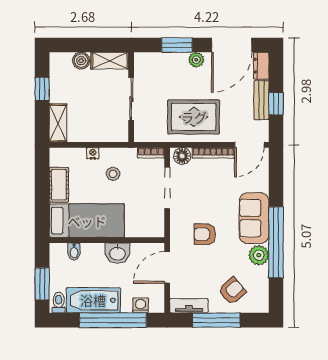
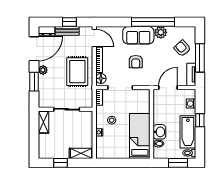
door: (232, 45) -> (34, 49), hinge flipped
boiler: (81, 61) -> (43, 139), removed
cot: (59, 185) -> (118, 153), removed
armchair: (205, 234) -> (136, 62), moved
washbasin: (117, 253) -> (159, 132), moved
door: (167, 267) -> (168, 88), swing flipped
window: (113, 320) -> (200, 120), width x0.32

